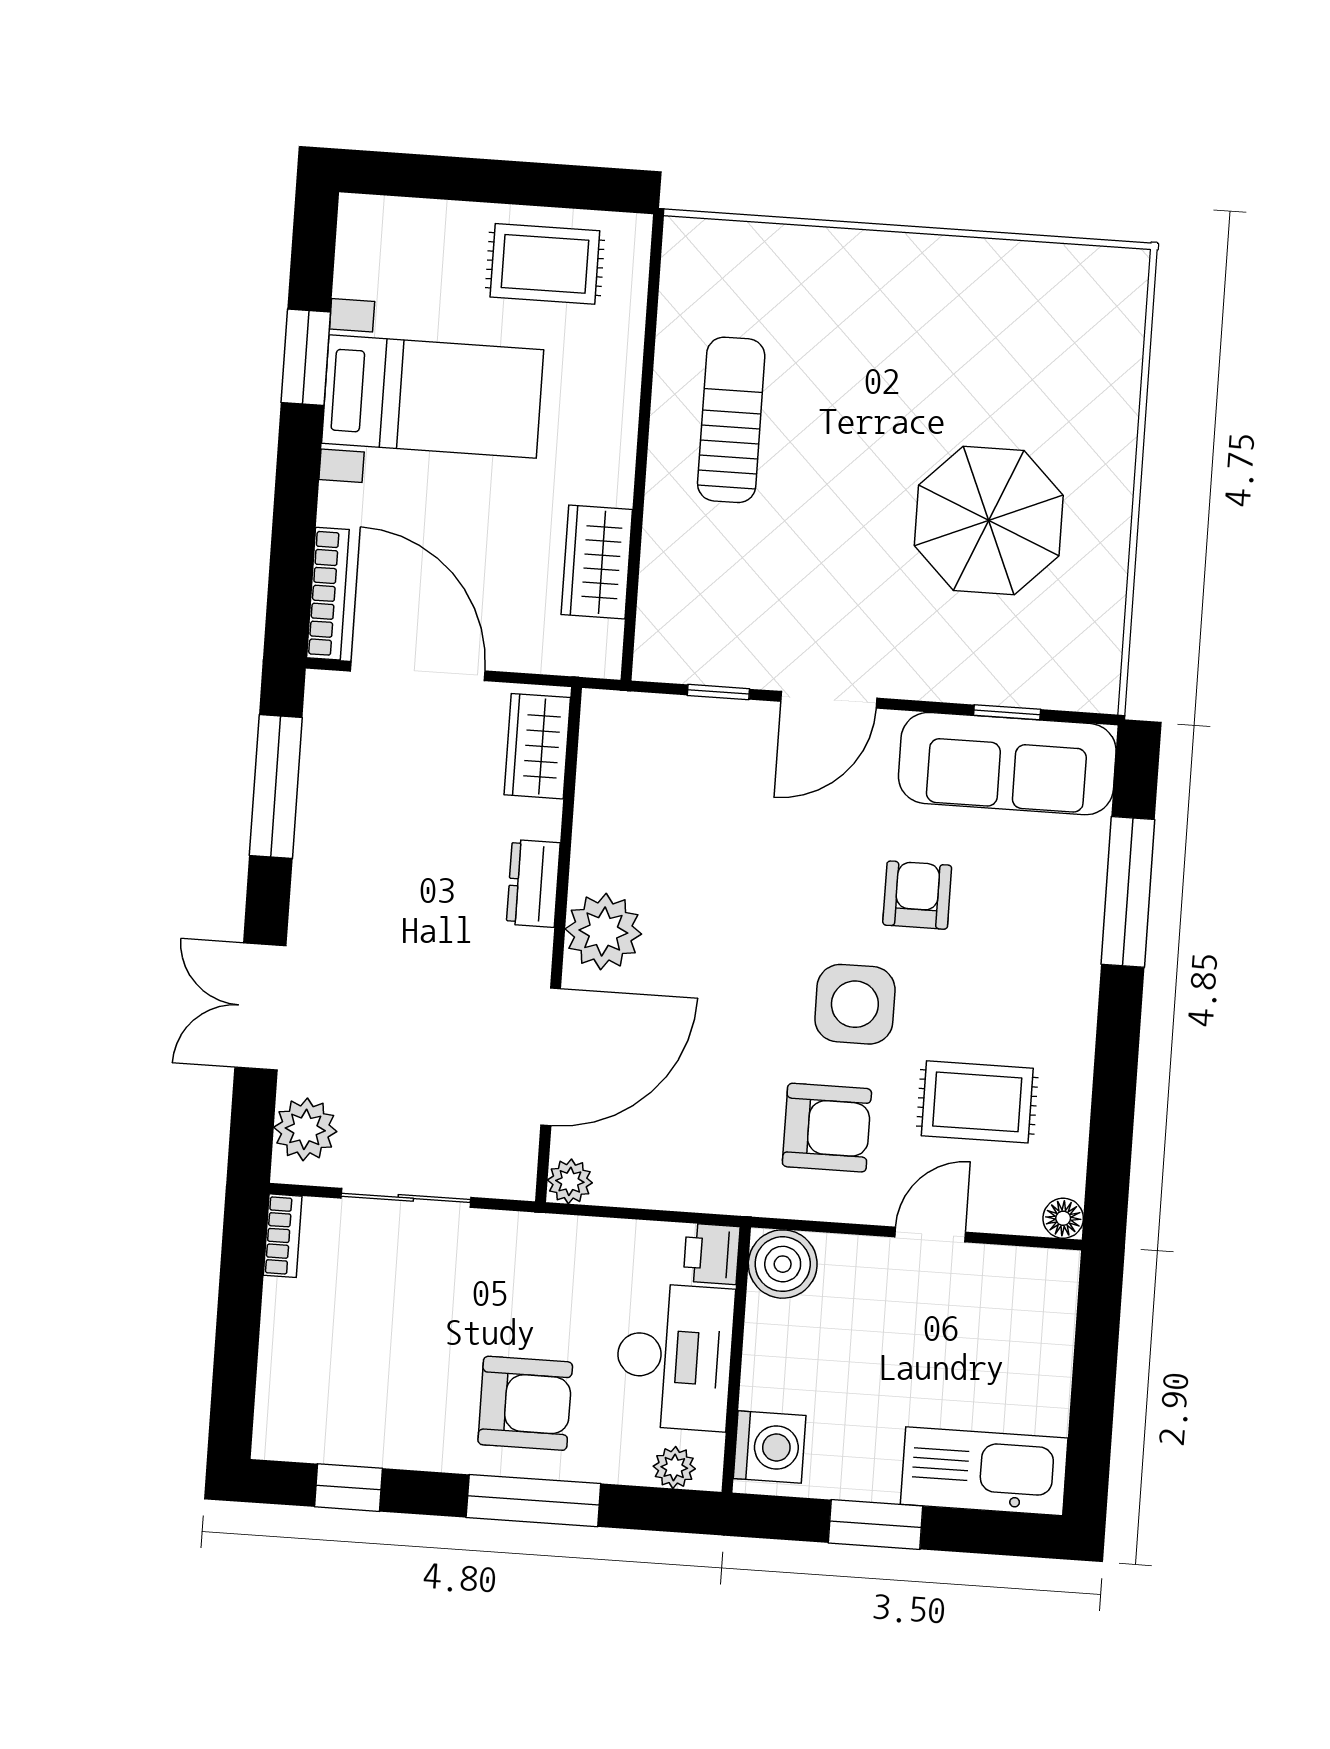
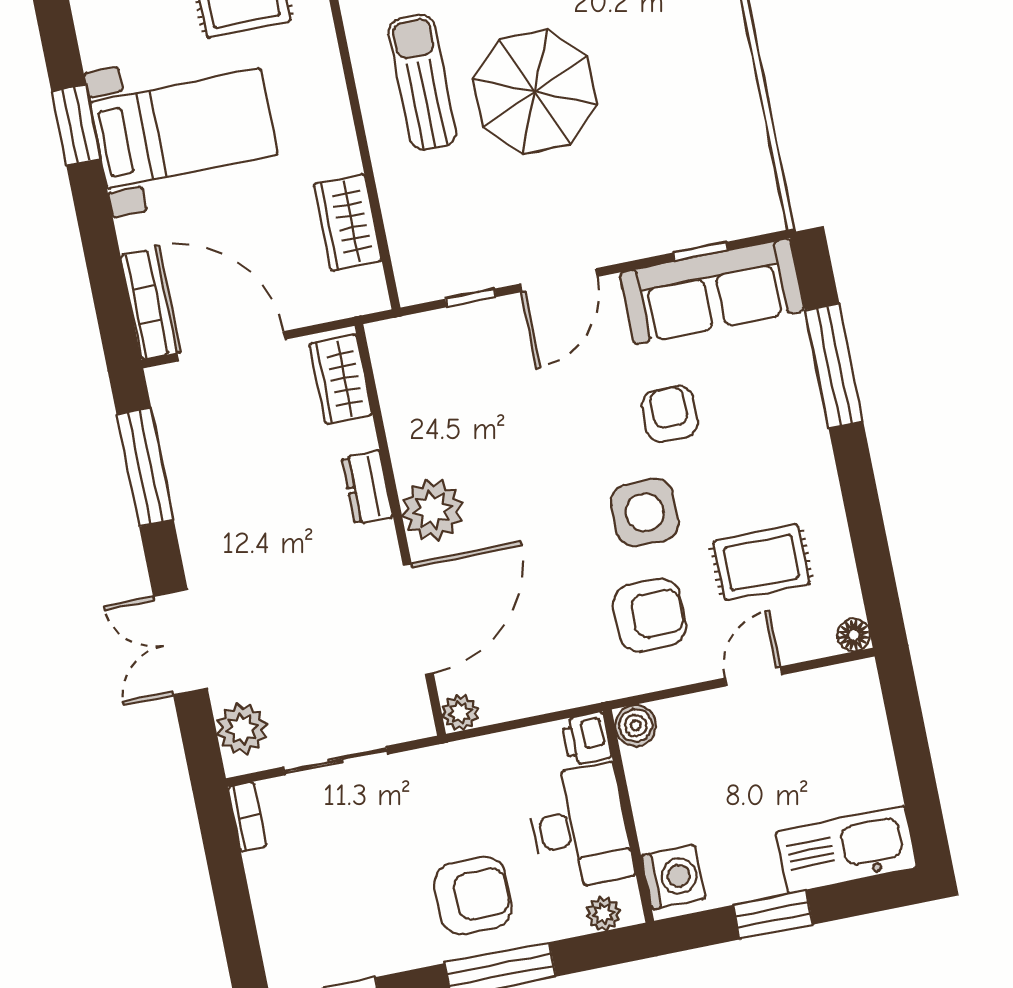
parasol: (989, 521) -> (535, 92), moved
boiler: (783, 1264) -> (636, 725), width x0.73, depth x0.73

